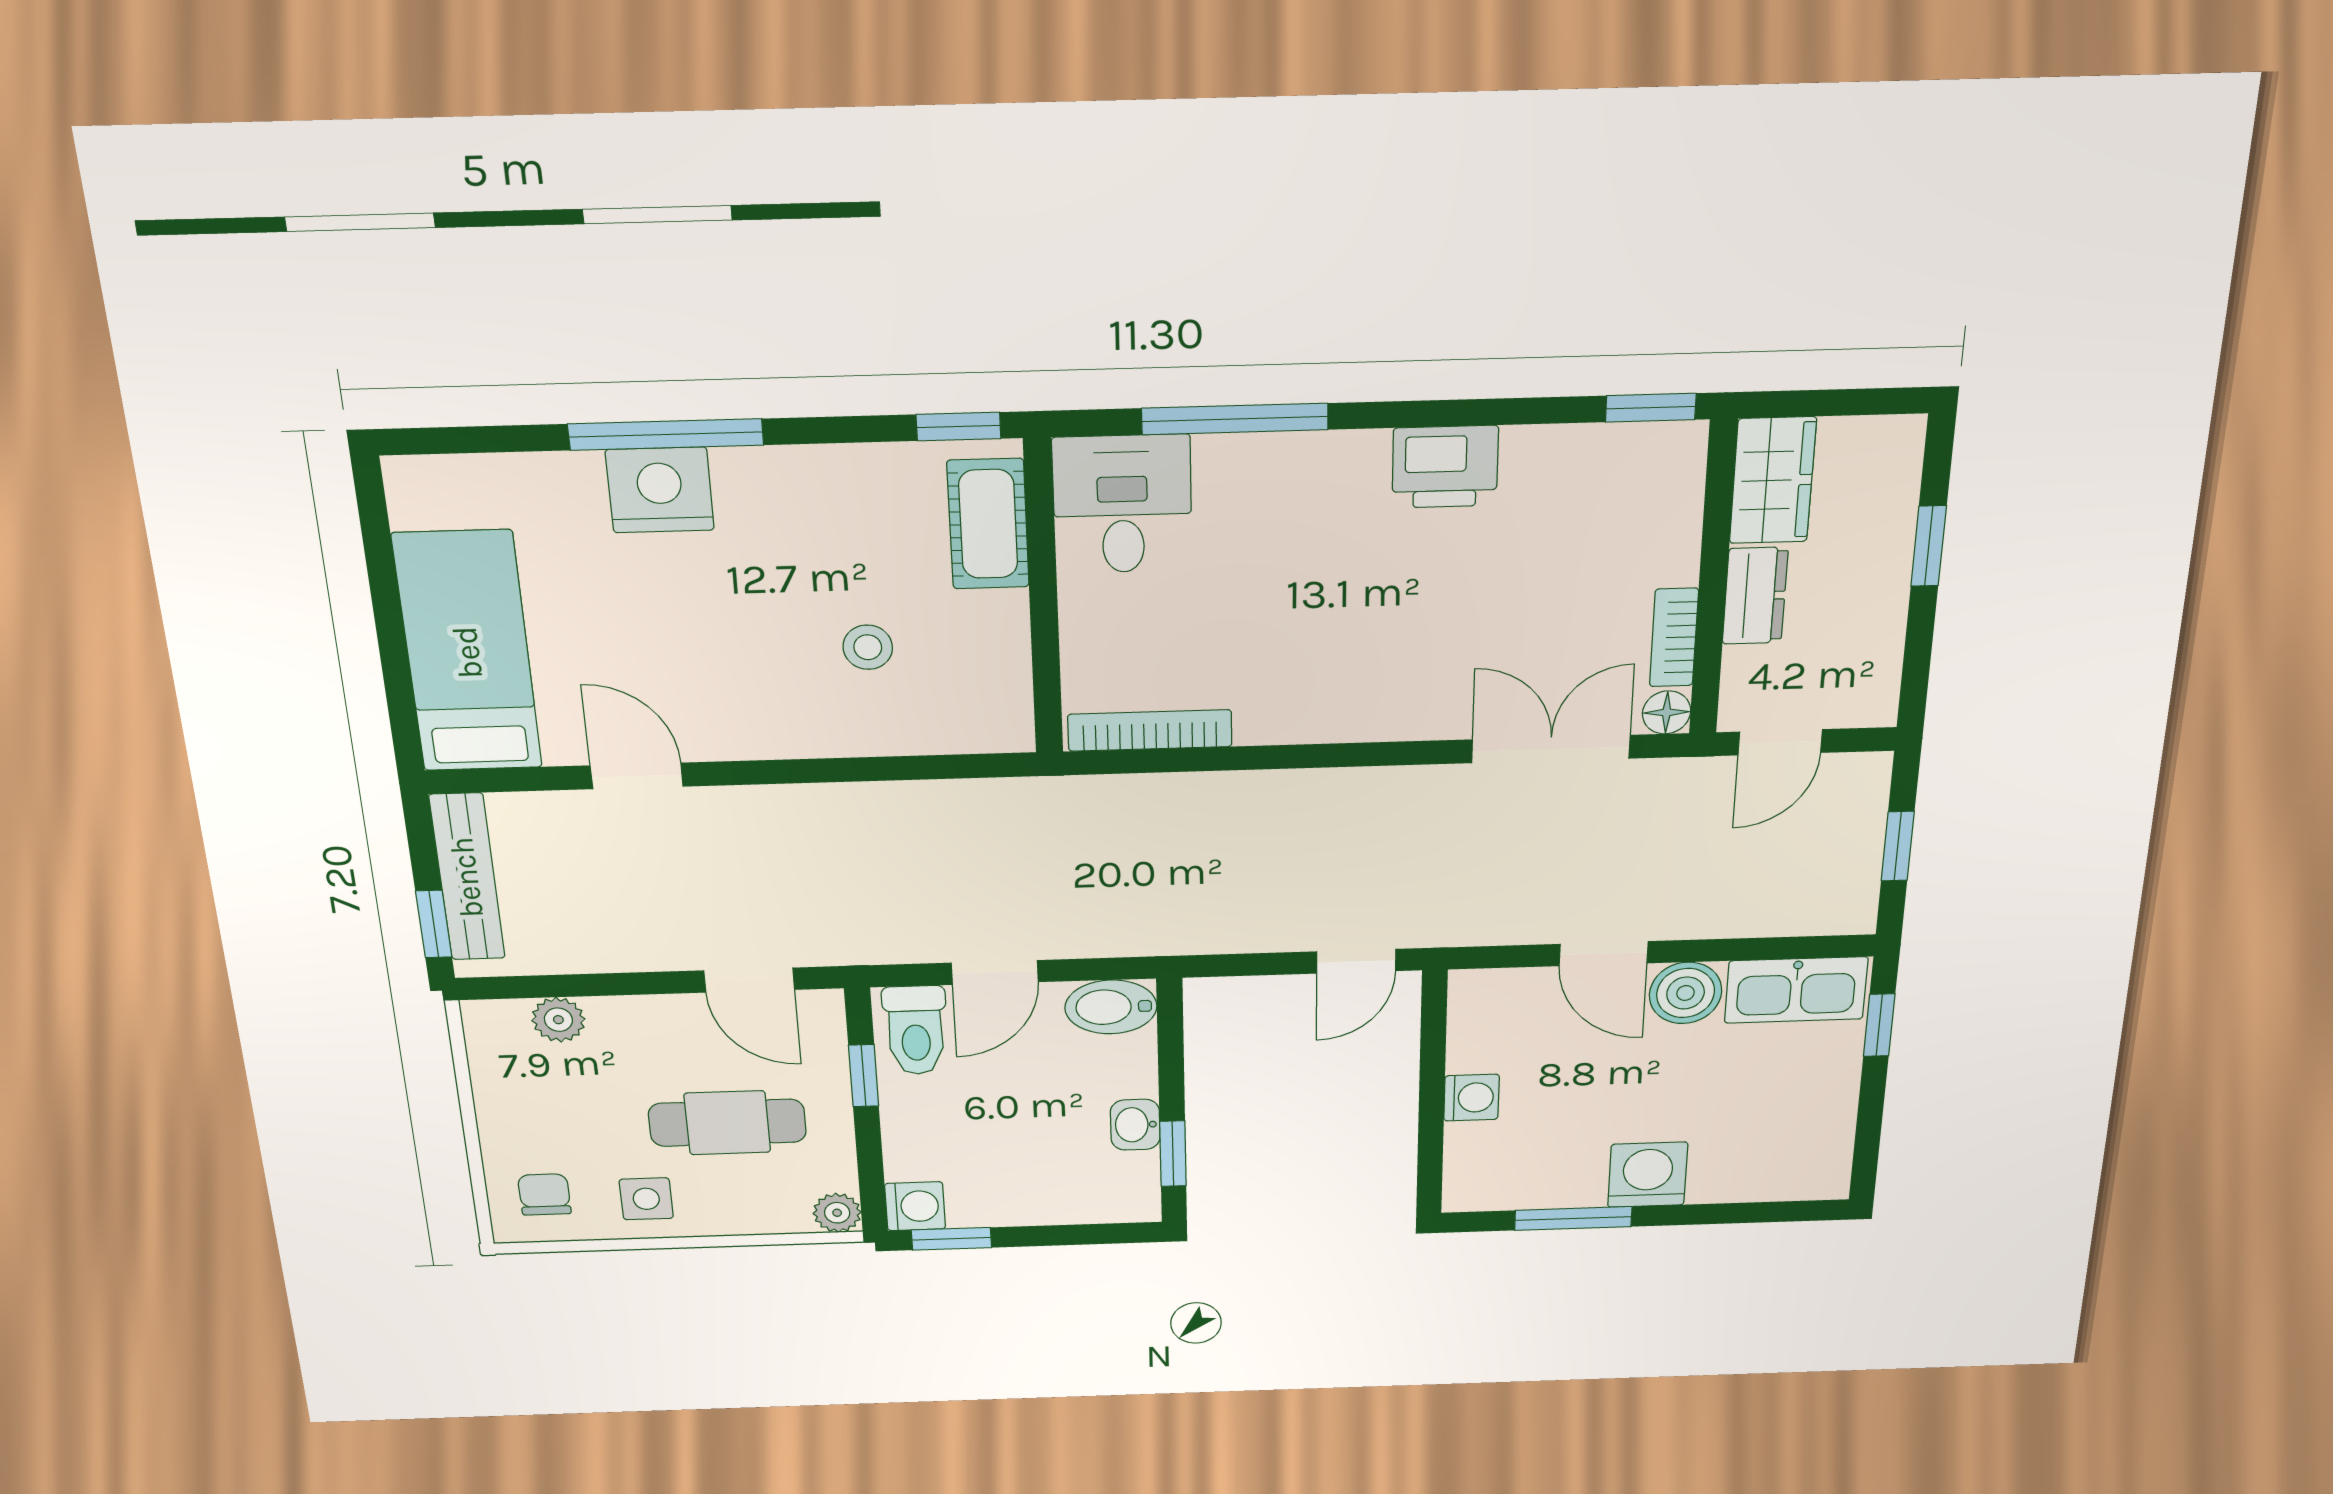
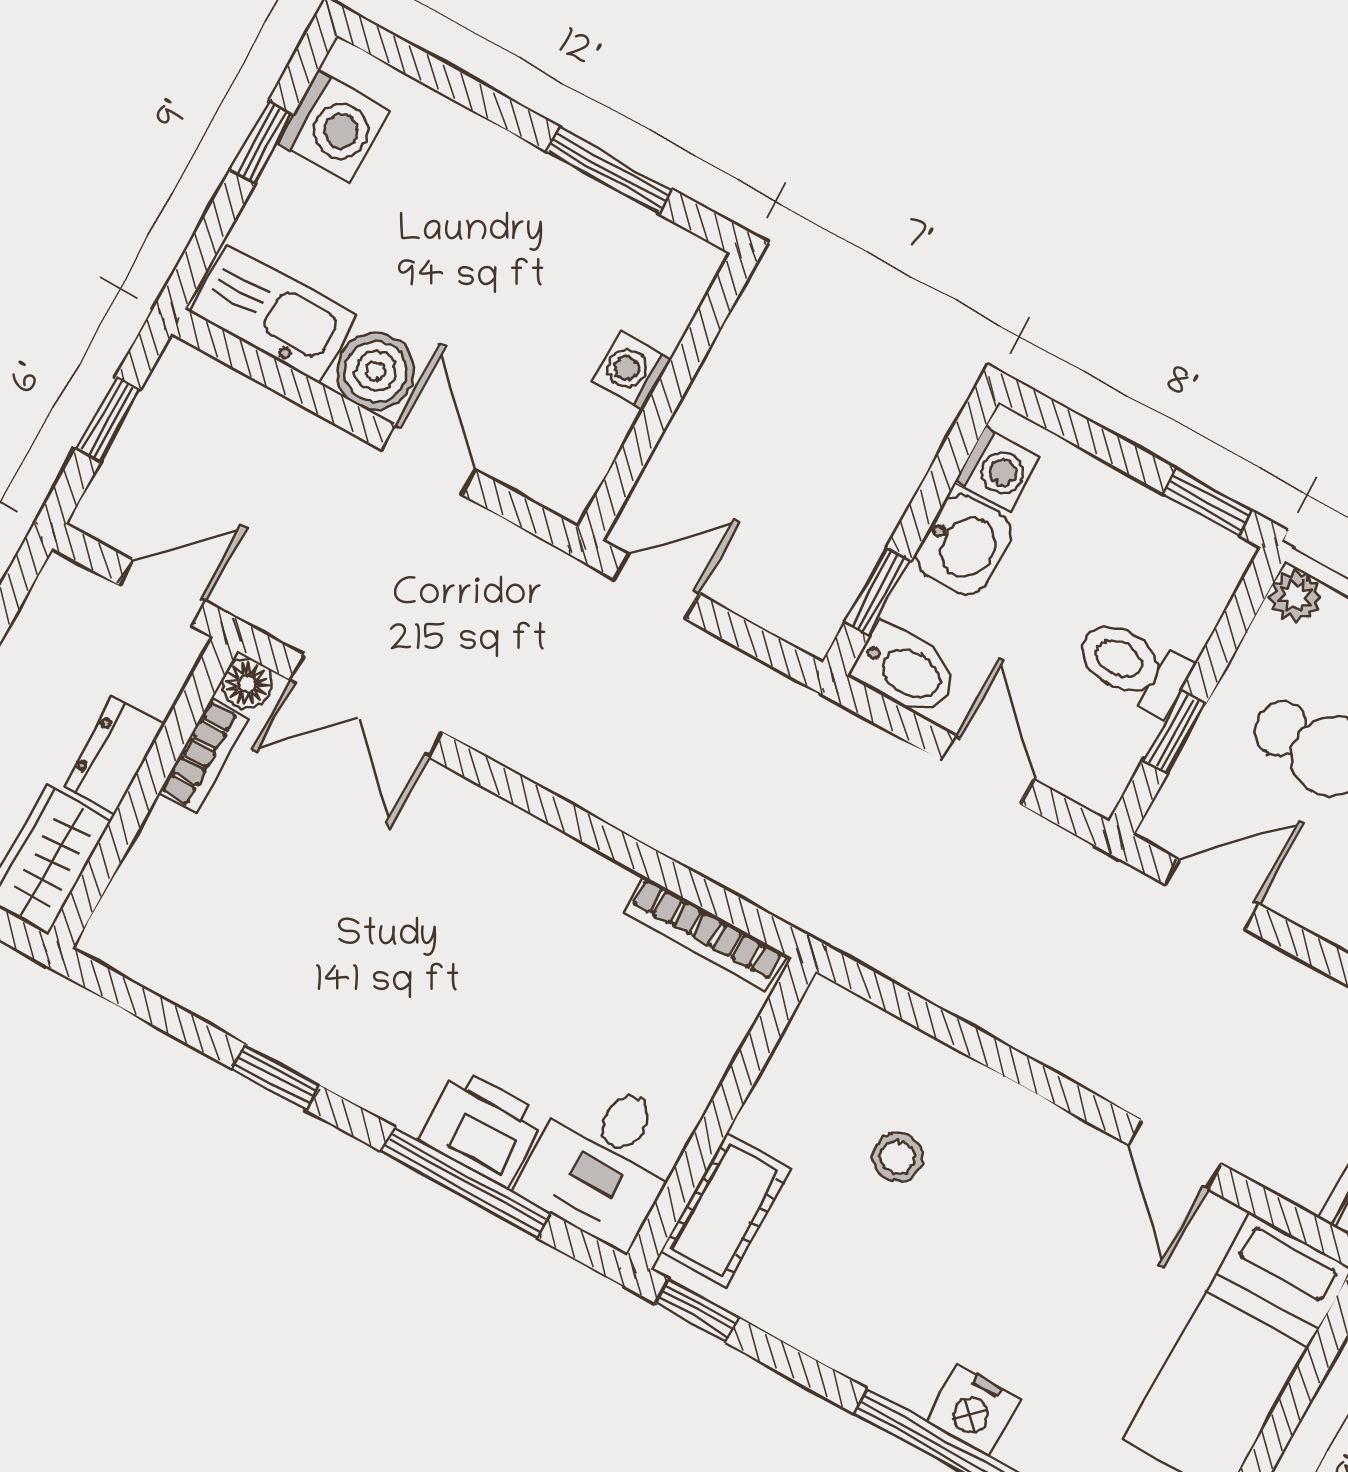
window: (1651, 408) -> (276, 1077), moved
printer: (1445, 467) -> (481, 1127), moved
nightstand: (660, 490) -> (973, 1411), width x0.74, depth x0.75
door: (995, 972) -> (988, 770), hinge flipped
door: (749, 980) -> (1212, 894), hinge flipped
window: (1879, 1025) -> (262, 142), moved
toilet: (916, 1030) -> (1132, 666), moved, turned -90
washbasin: (1135, 1125) -> (963, 545), width x1.38, depth x1.45
window: (1173, 1154) -> (878, 592), moved
washing machine: (1648, 1175) -> (334, 127), moved, turned -90
washing machine: (915, 1206) -> (997, 470), moved, turned 180

